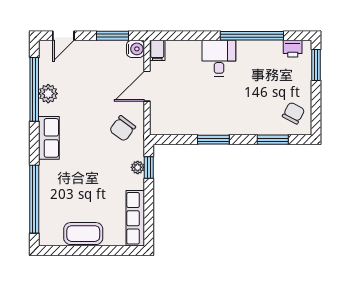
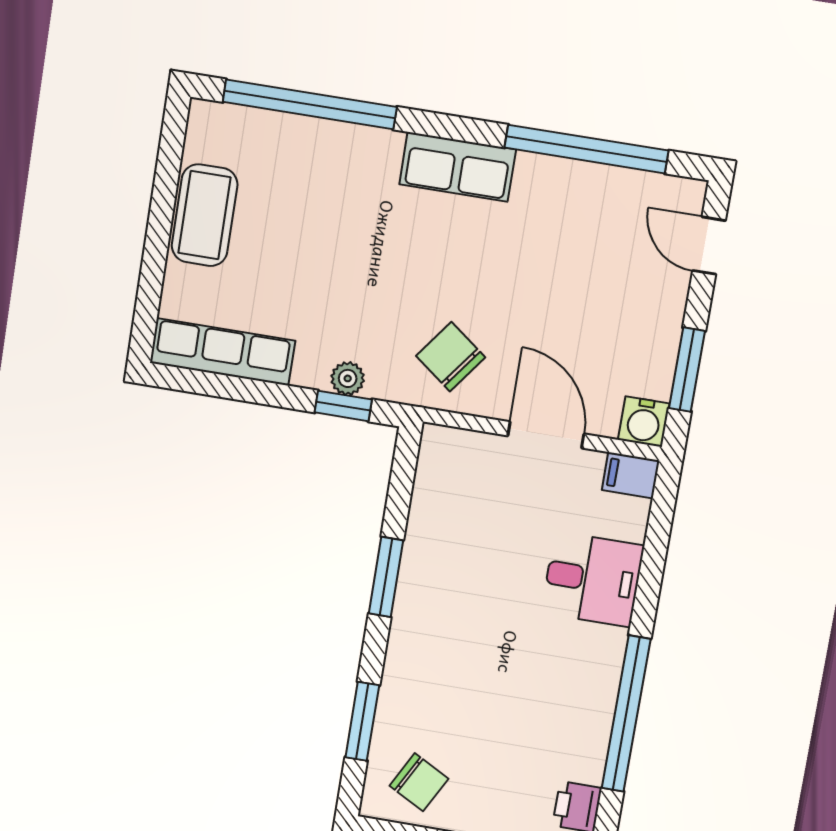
desk: (219, 58) -> (593, 579), moved
plant: (48, 94) -> (570, 183), removed

